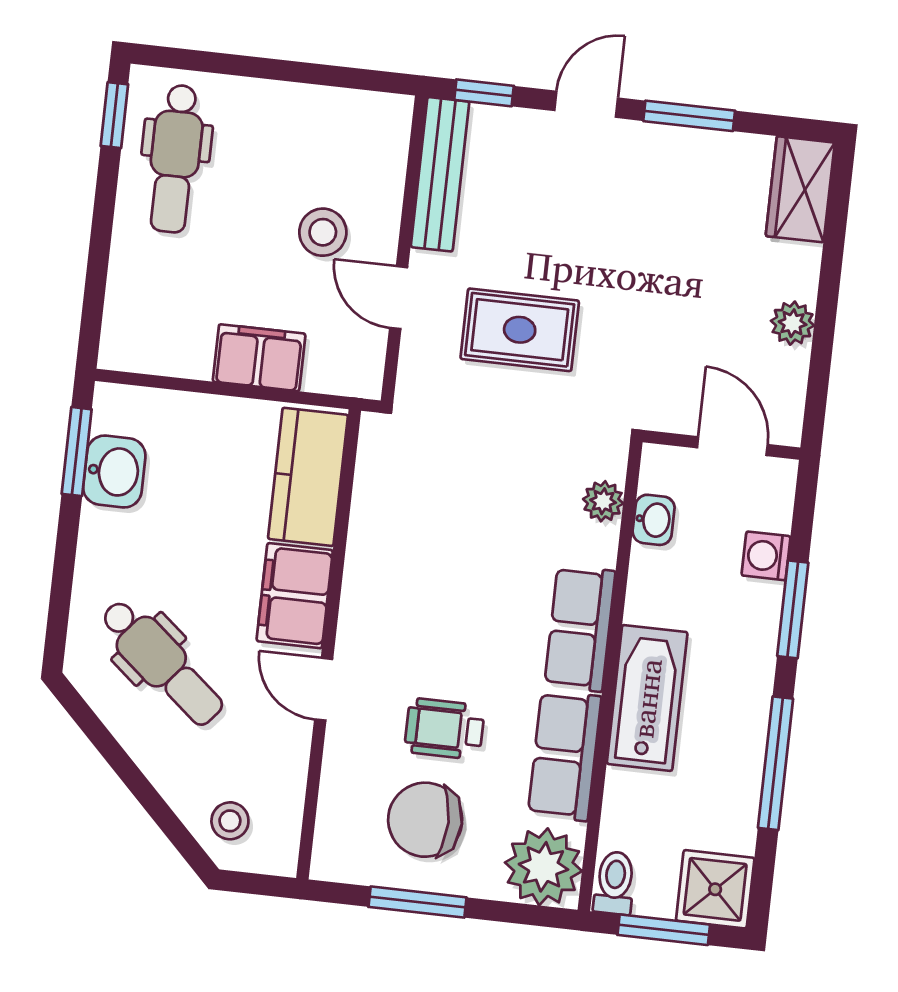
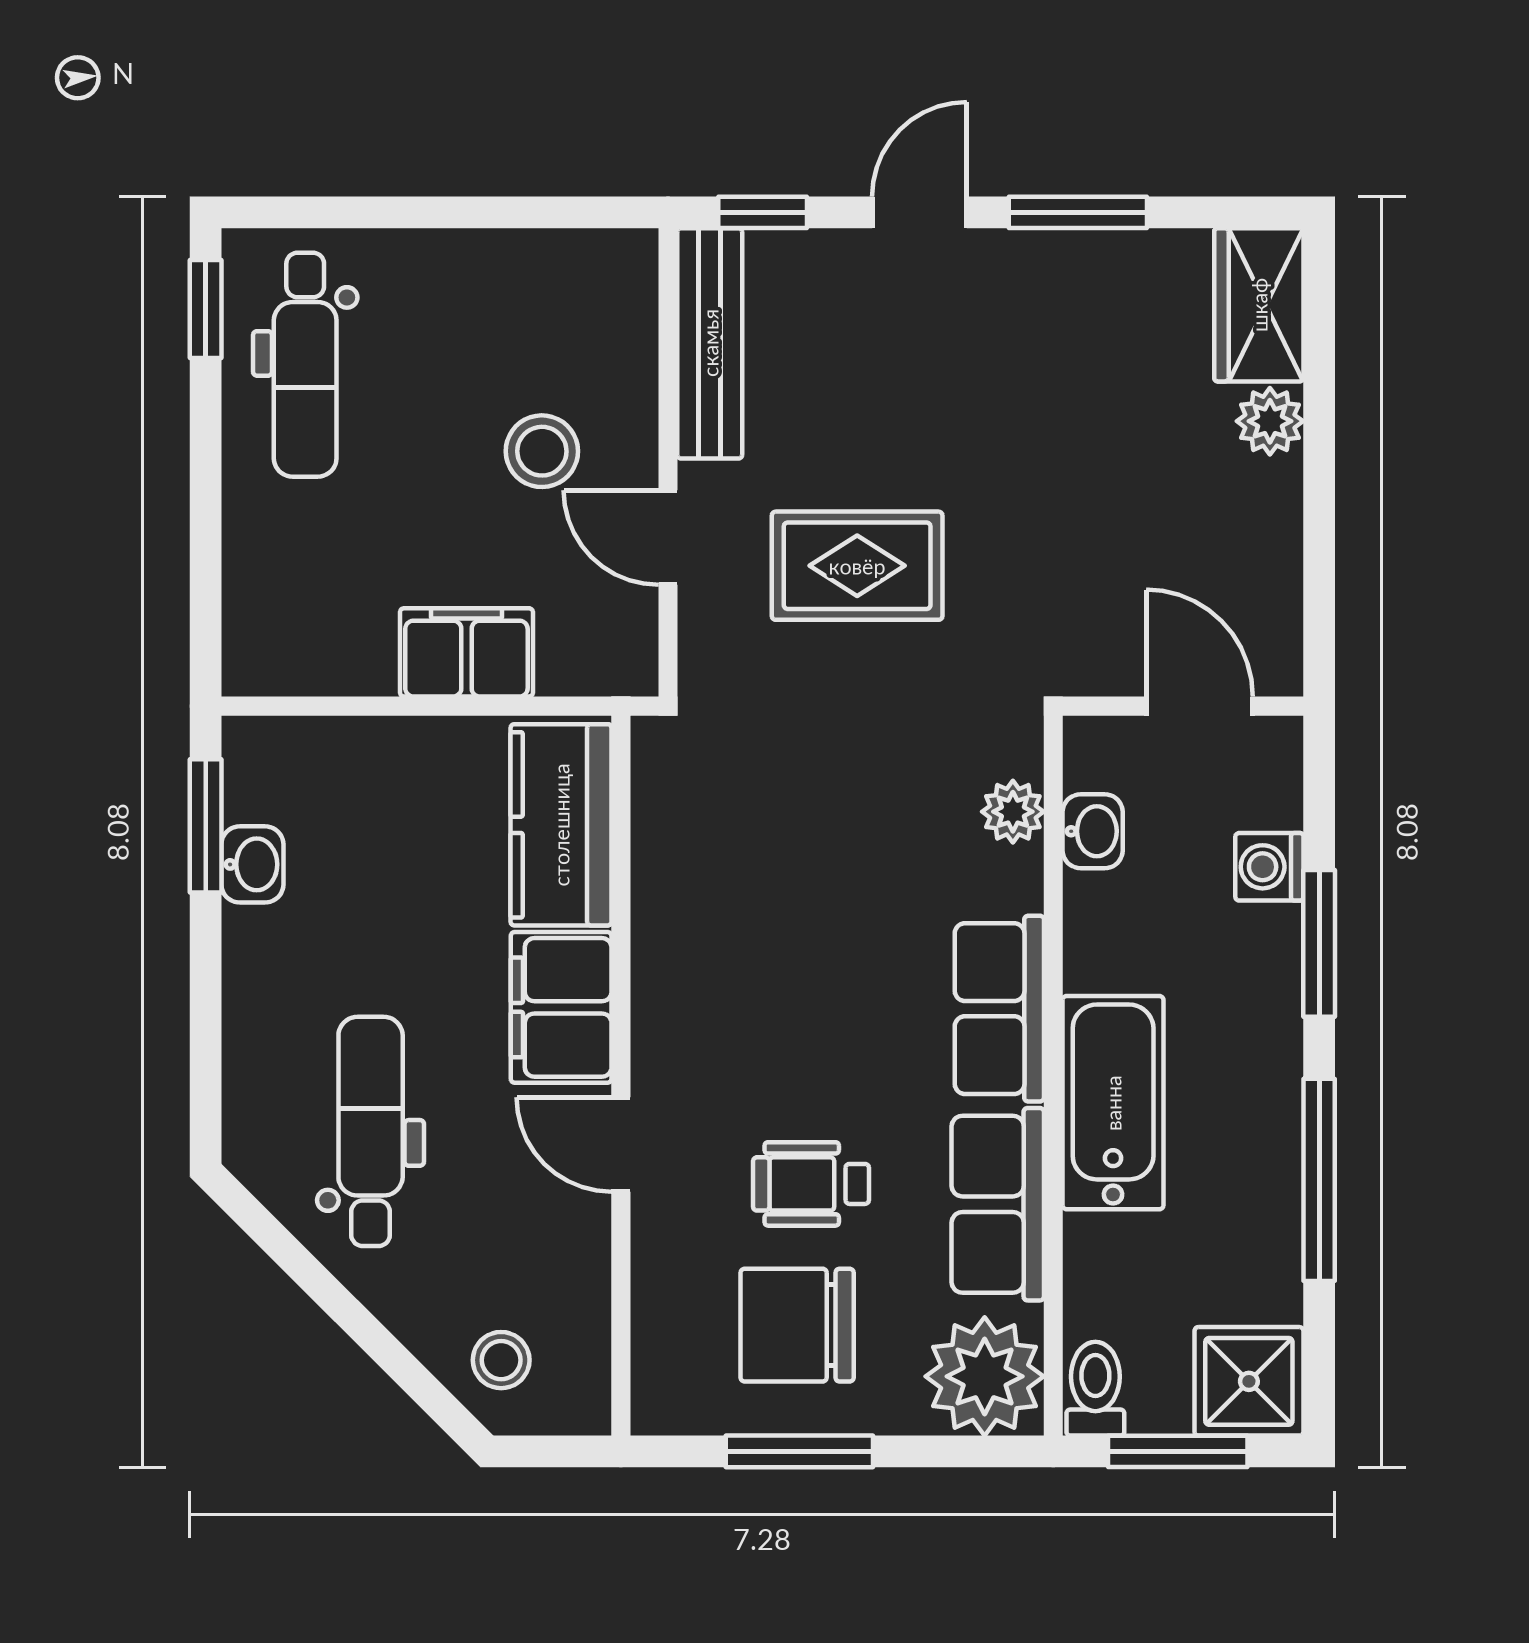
plant: (793, 323) -> (1270, 421), moved
washbasin: (114, 472) -> (252, 864), width x0.72, depth x0.69
dental chair: (162, 662) -> (371, 1131), turned -130

